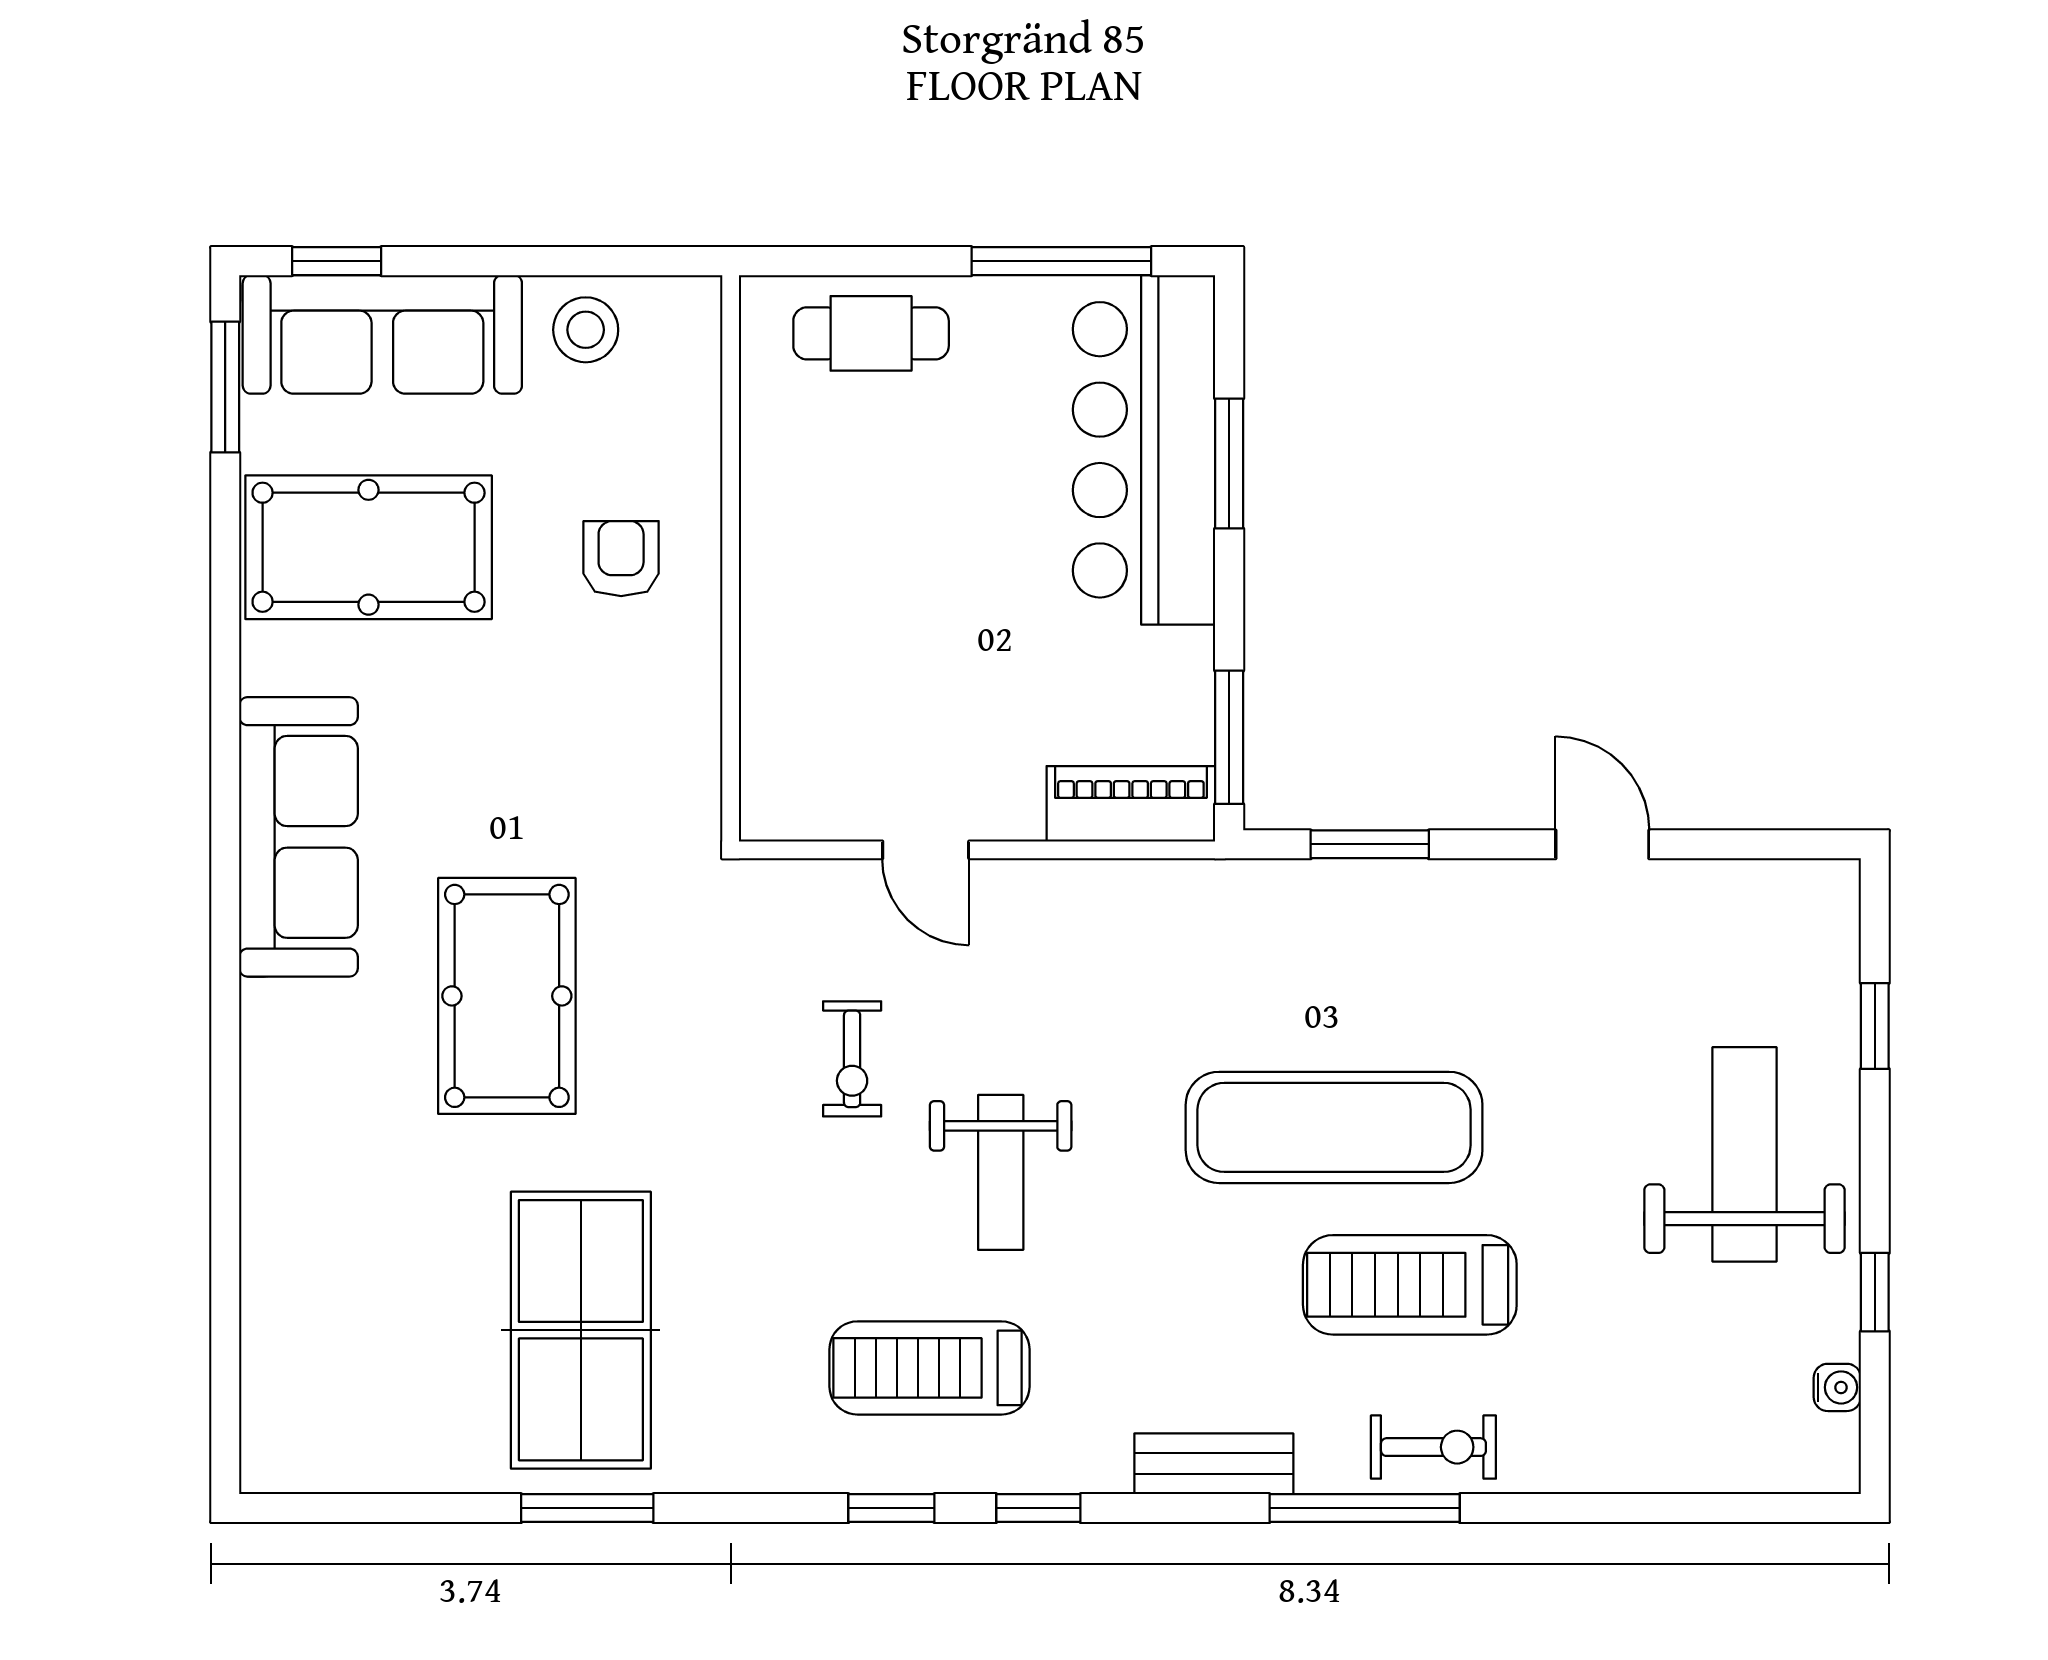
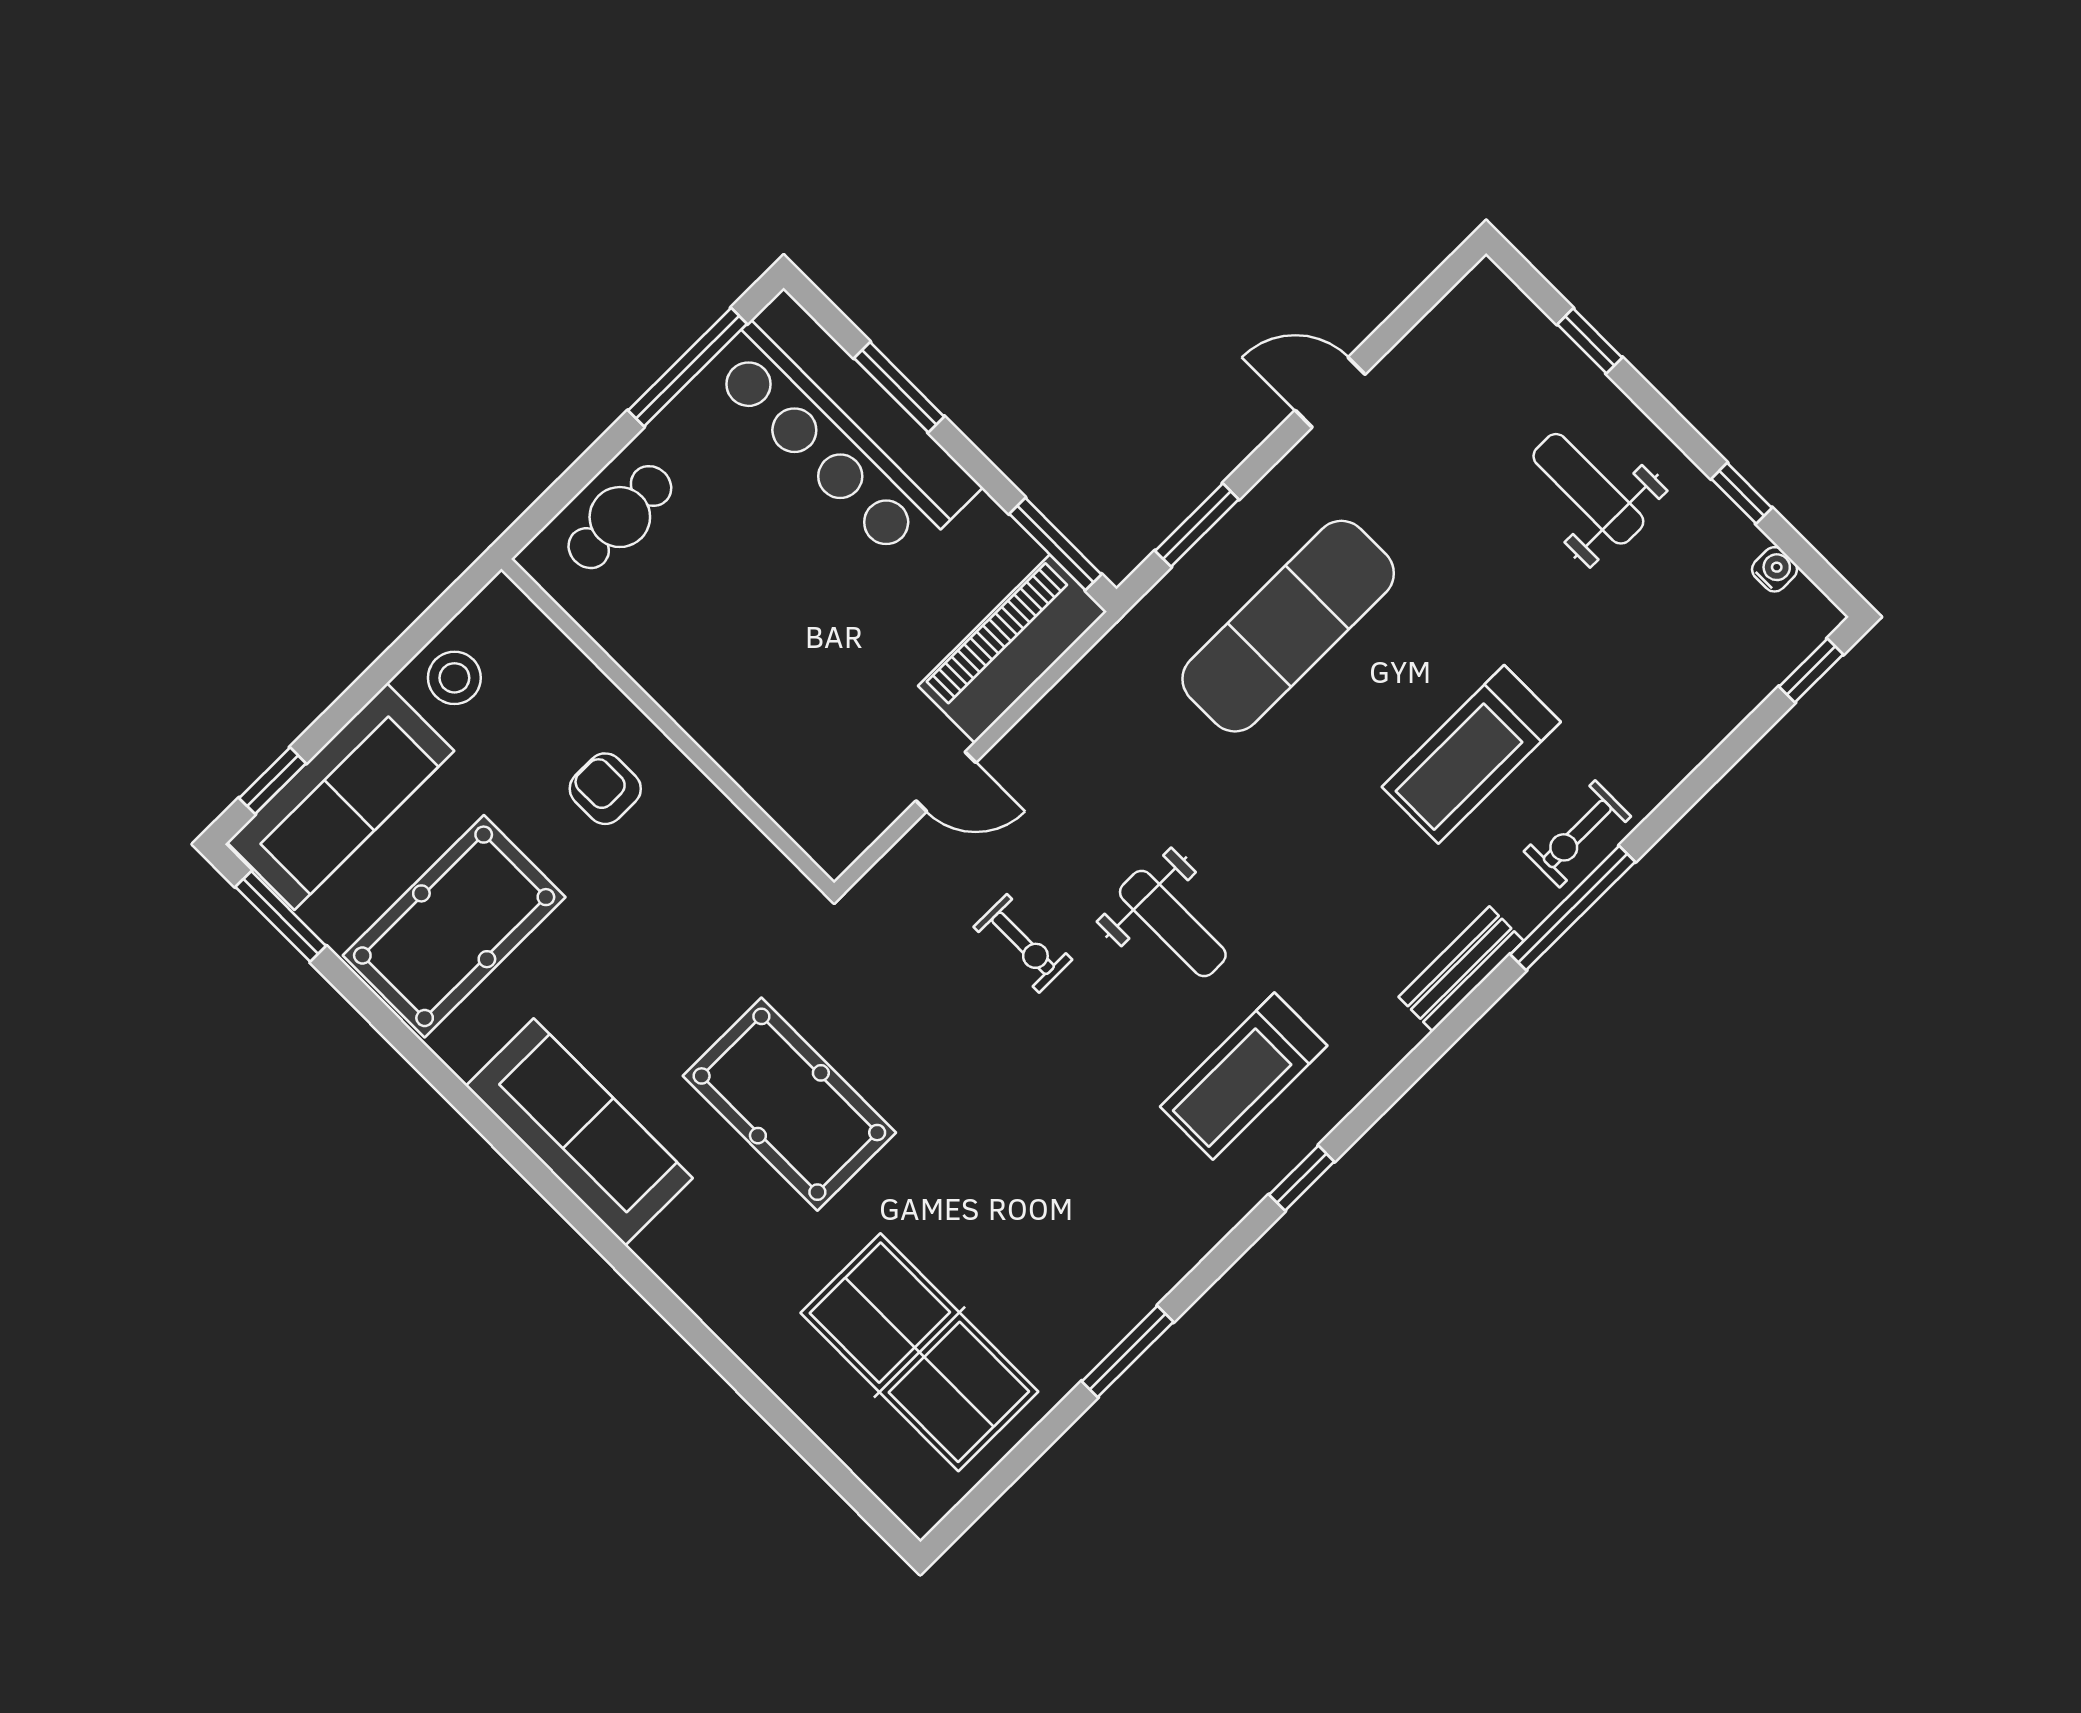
piano: (1131, 804) -> (1012, 649), width x1.37, depth x1.33
exercise mat: (1334, 1127) -> (1288, 626), moved
weight bench: (1744, 1154) -> (1588, 489), width x0.73, depth x0.75
table tennis table: (581, 1330) -> (919, 1352), moved
exercise bike: (1433, 1447) -> (1577, 834), turned 180
window: (1038, 1508) -> (1811, 670), moved

